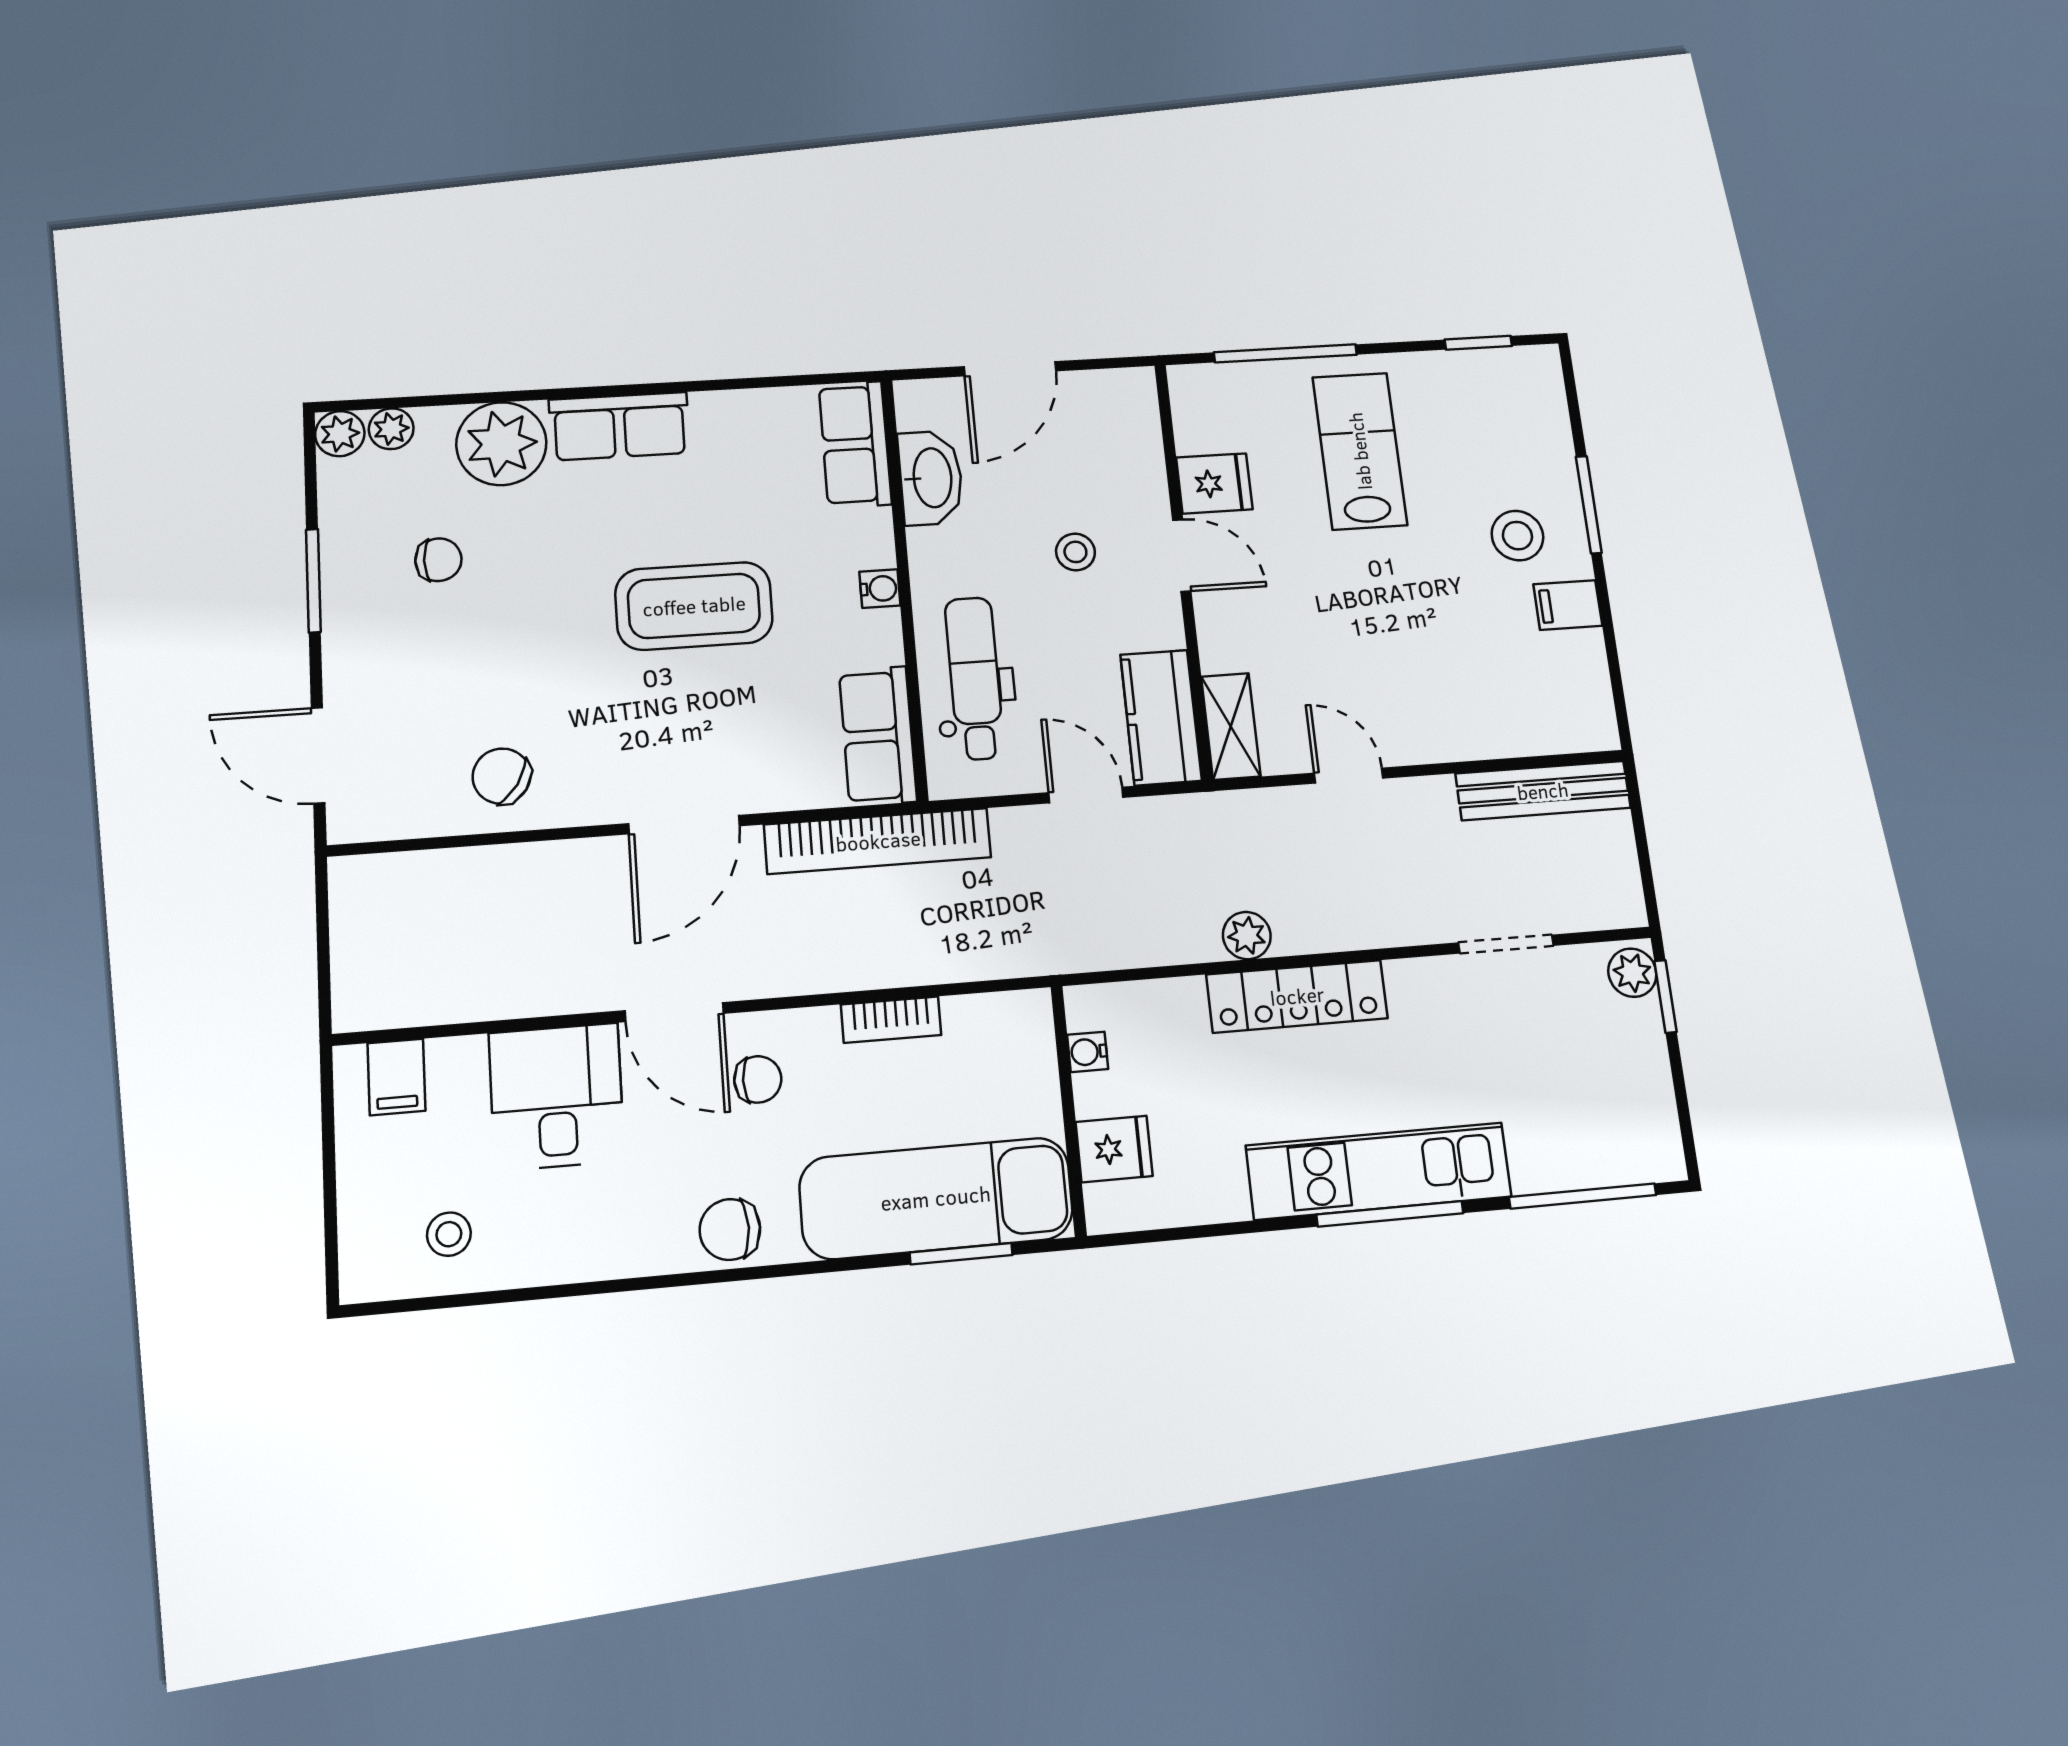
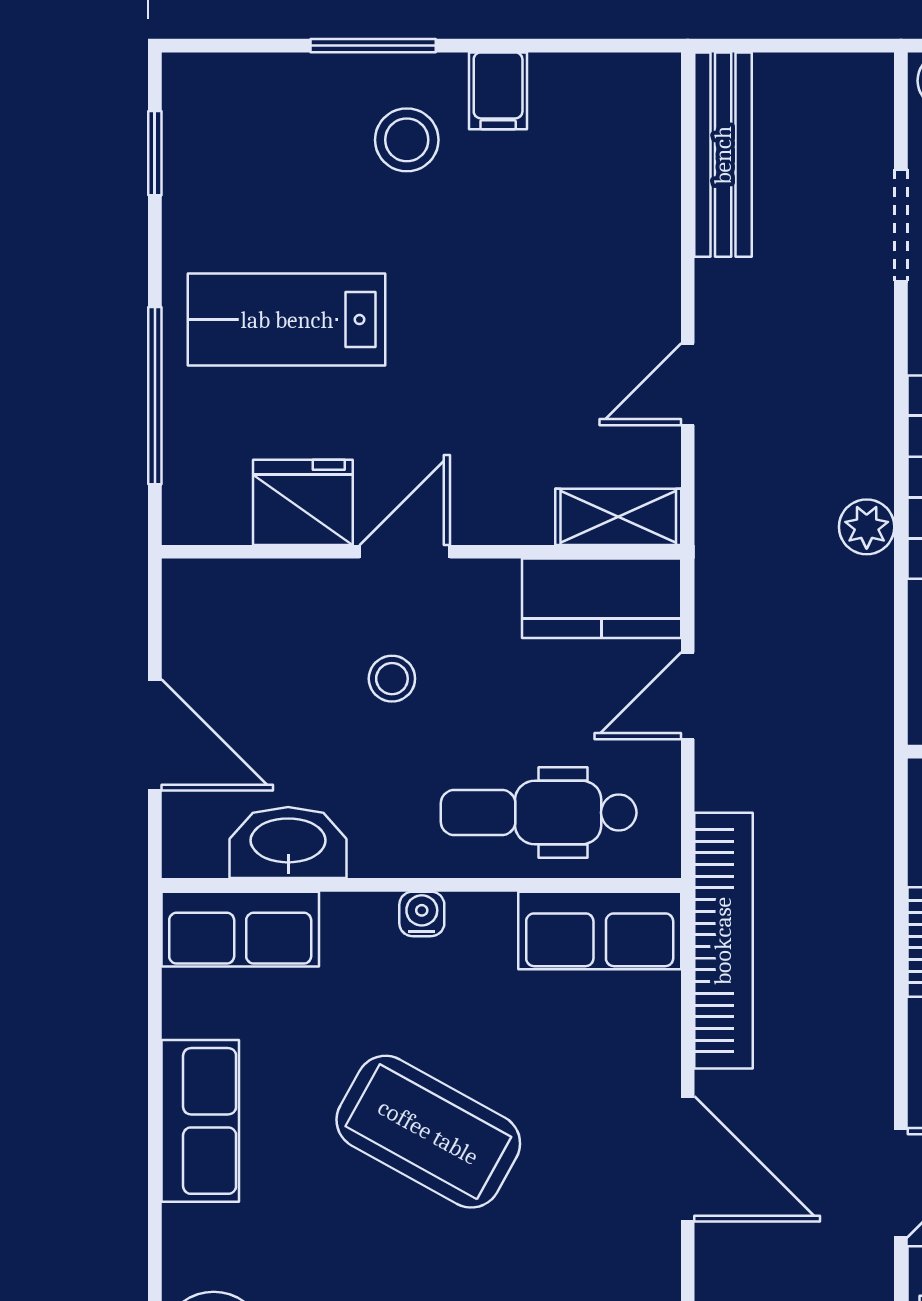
row of seats: (619, 426) -> (200, 1121), moved
fridge: (1214, 483) -> (303, 502), width x1.38
coffee table: (694, 606) -> (428, 1132), turned -61

